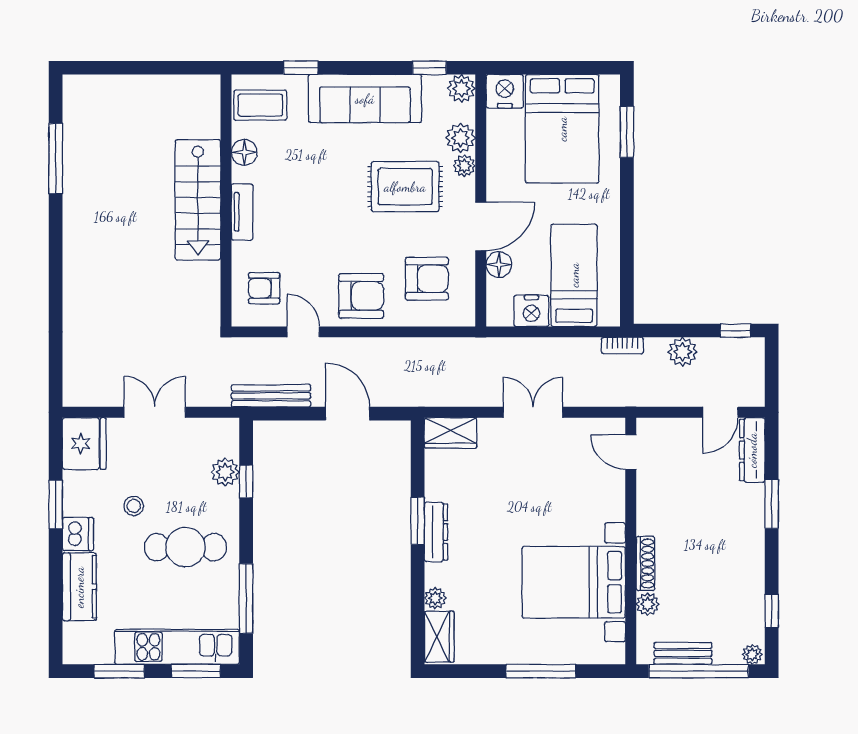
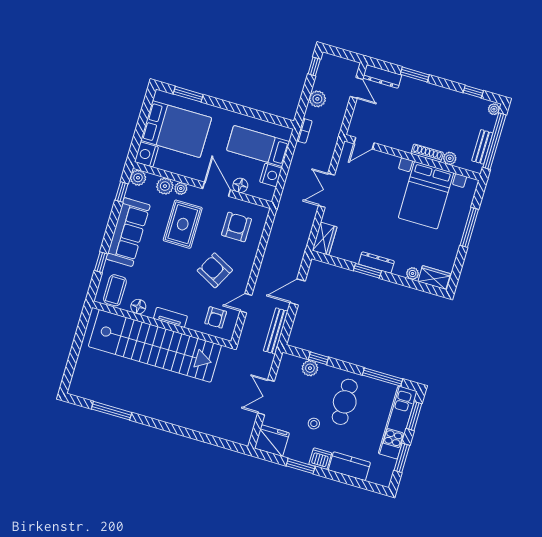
stairs: (198, 200) -> (155, 346), width x1.86, depth x1.51
armchair: (361, 296) -> (215, 270), moved, turned -62

